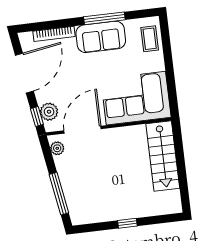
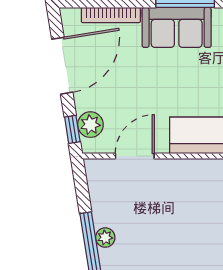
door: (82, 130) -> (135, 156), width x0.73
plant: (57, 148) -> (105, 238), moved

